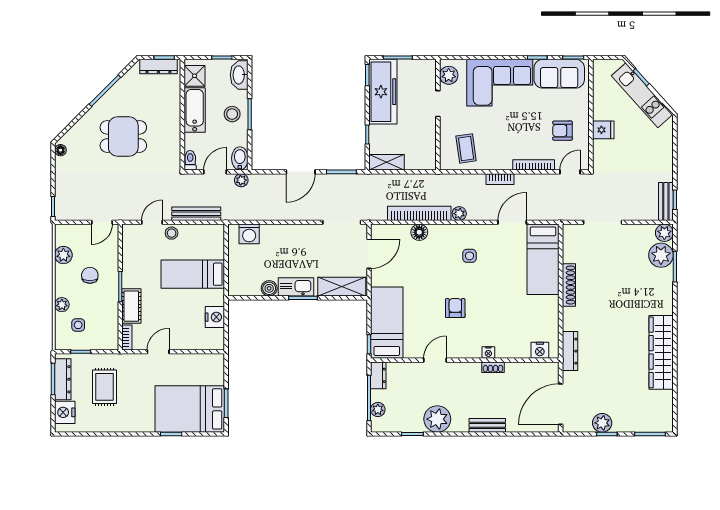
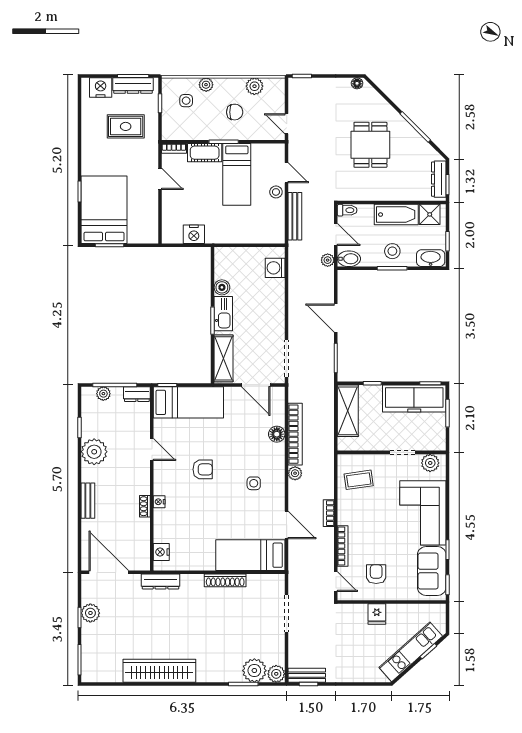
shelving: (387, 162) -> (348, 411), width x1.50, depth x1.33
bed: (193, 274) -> (237, 174), moved, turned 180

